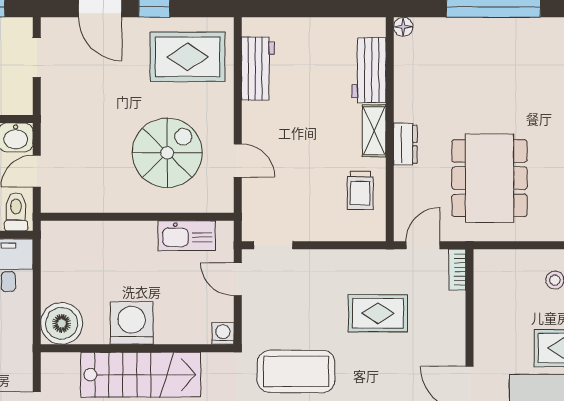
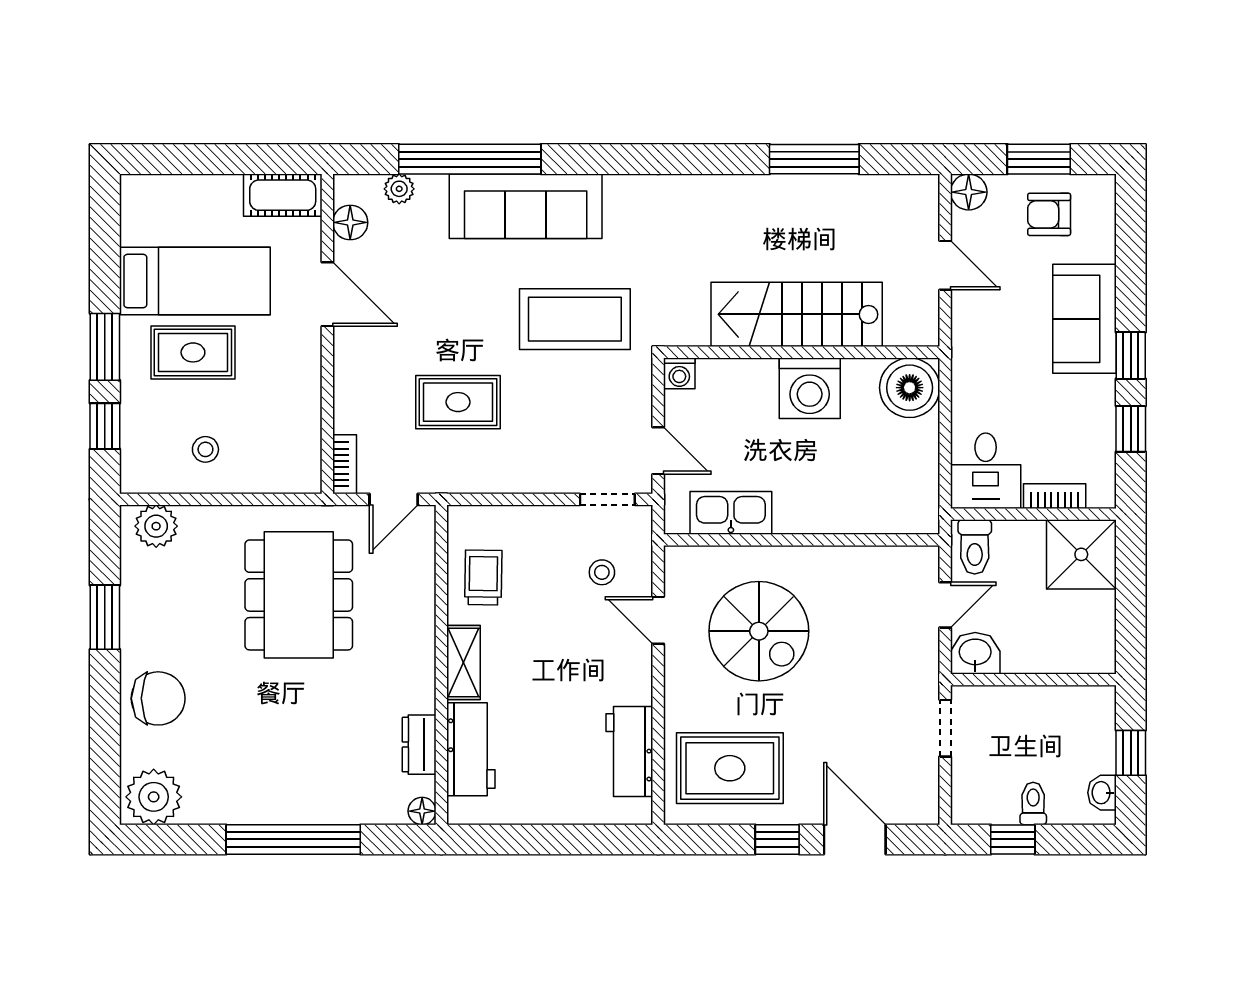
doorway: (37, 57) -> (945, 728), moved
dresser: (405, 144) -> (419, 745), moved
spiral stairs: (167, 153) -> (759, 631), turned -90
stool: (277, 194) -> (602, 572), added

